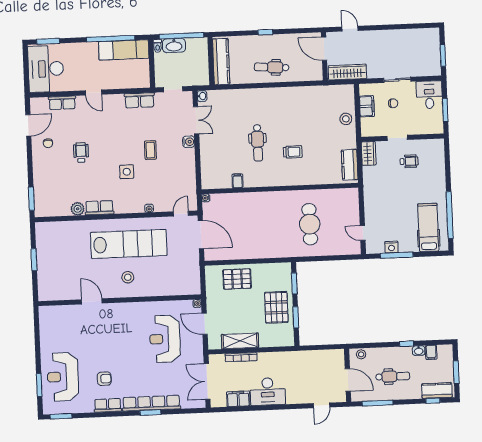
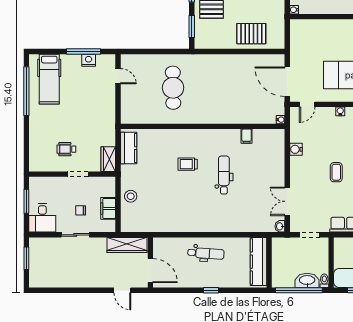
water cooler: (189, 142) -> (296, 149), moved

